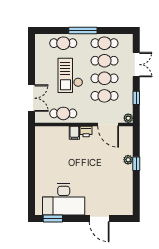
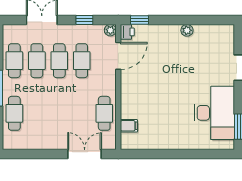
checkout: (70, 75) -> (56, 104), removed
printer: (86, 131) -> (127, 32), moved
filing cabinet: (74, 133) -> (129, 126), moved
plant: (128, 160) -> (187, 30), moved
window: (136, 164) -> (140, 20), moved

